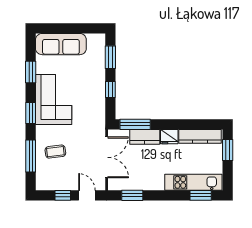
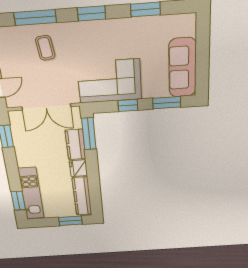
sofa: (61, 44) -> (183, 68), moved
corner sofa: (54, 99) -> (110, 81), moved, turned 180

